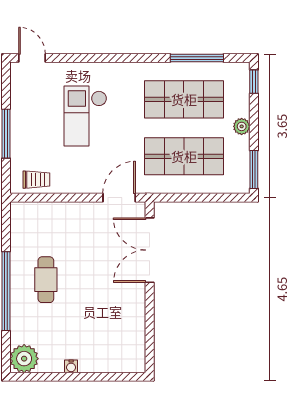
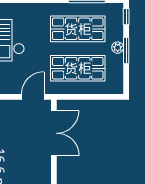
window: (254, 170) -> (126, 51), moved
double door: (150, 250) -> (54, 133), swing flipped

